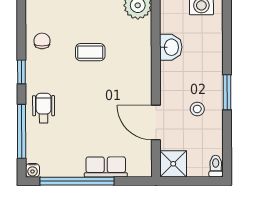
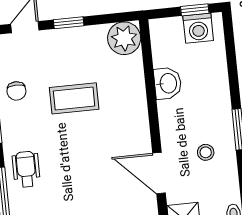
chair: (42, 41) -> (16, 91), turned 180
coffee table: (90, 52) -> (74, 98), width x1.36, depth x1.30

